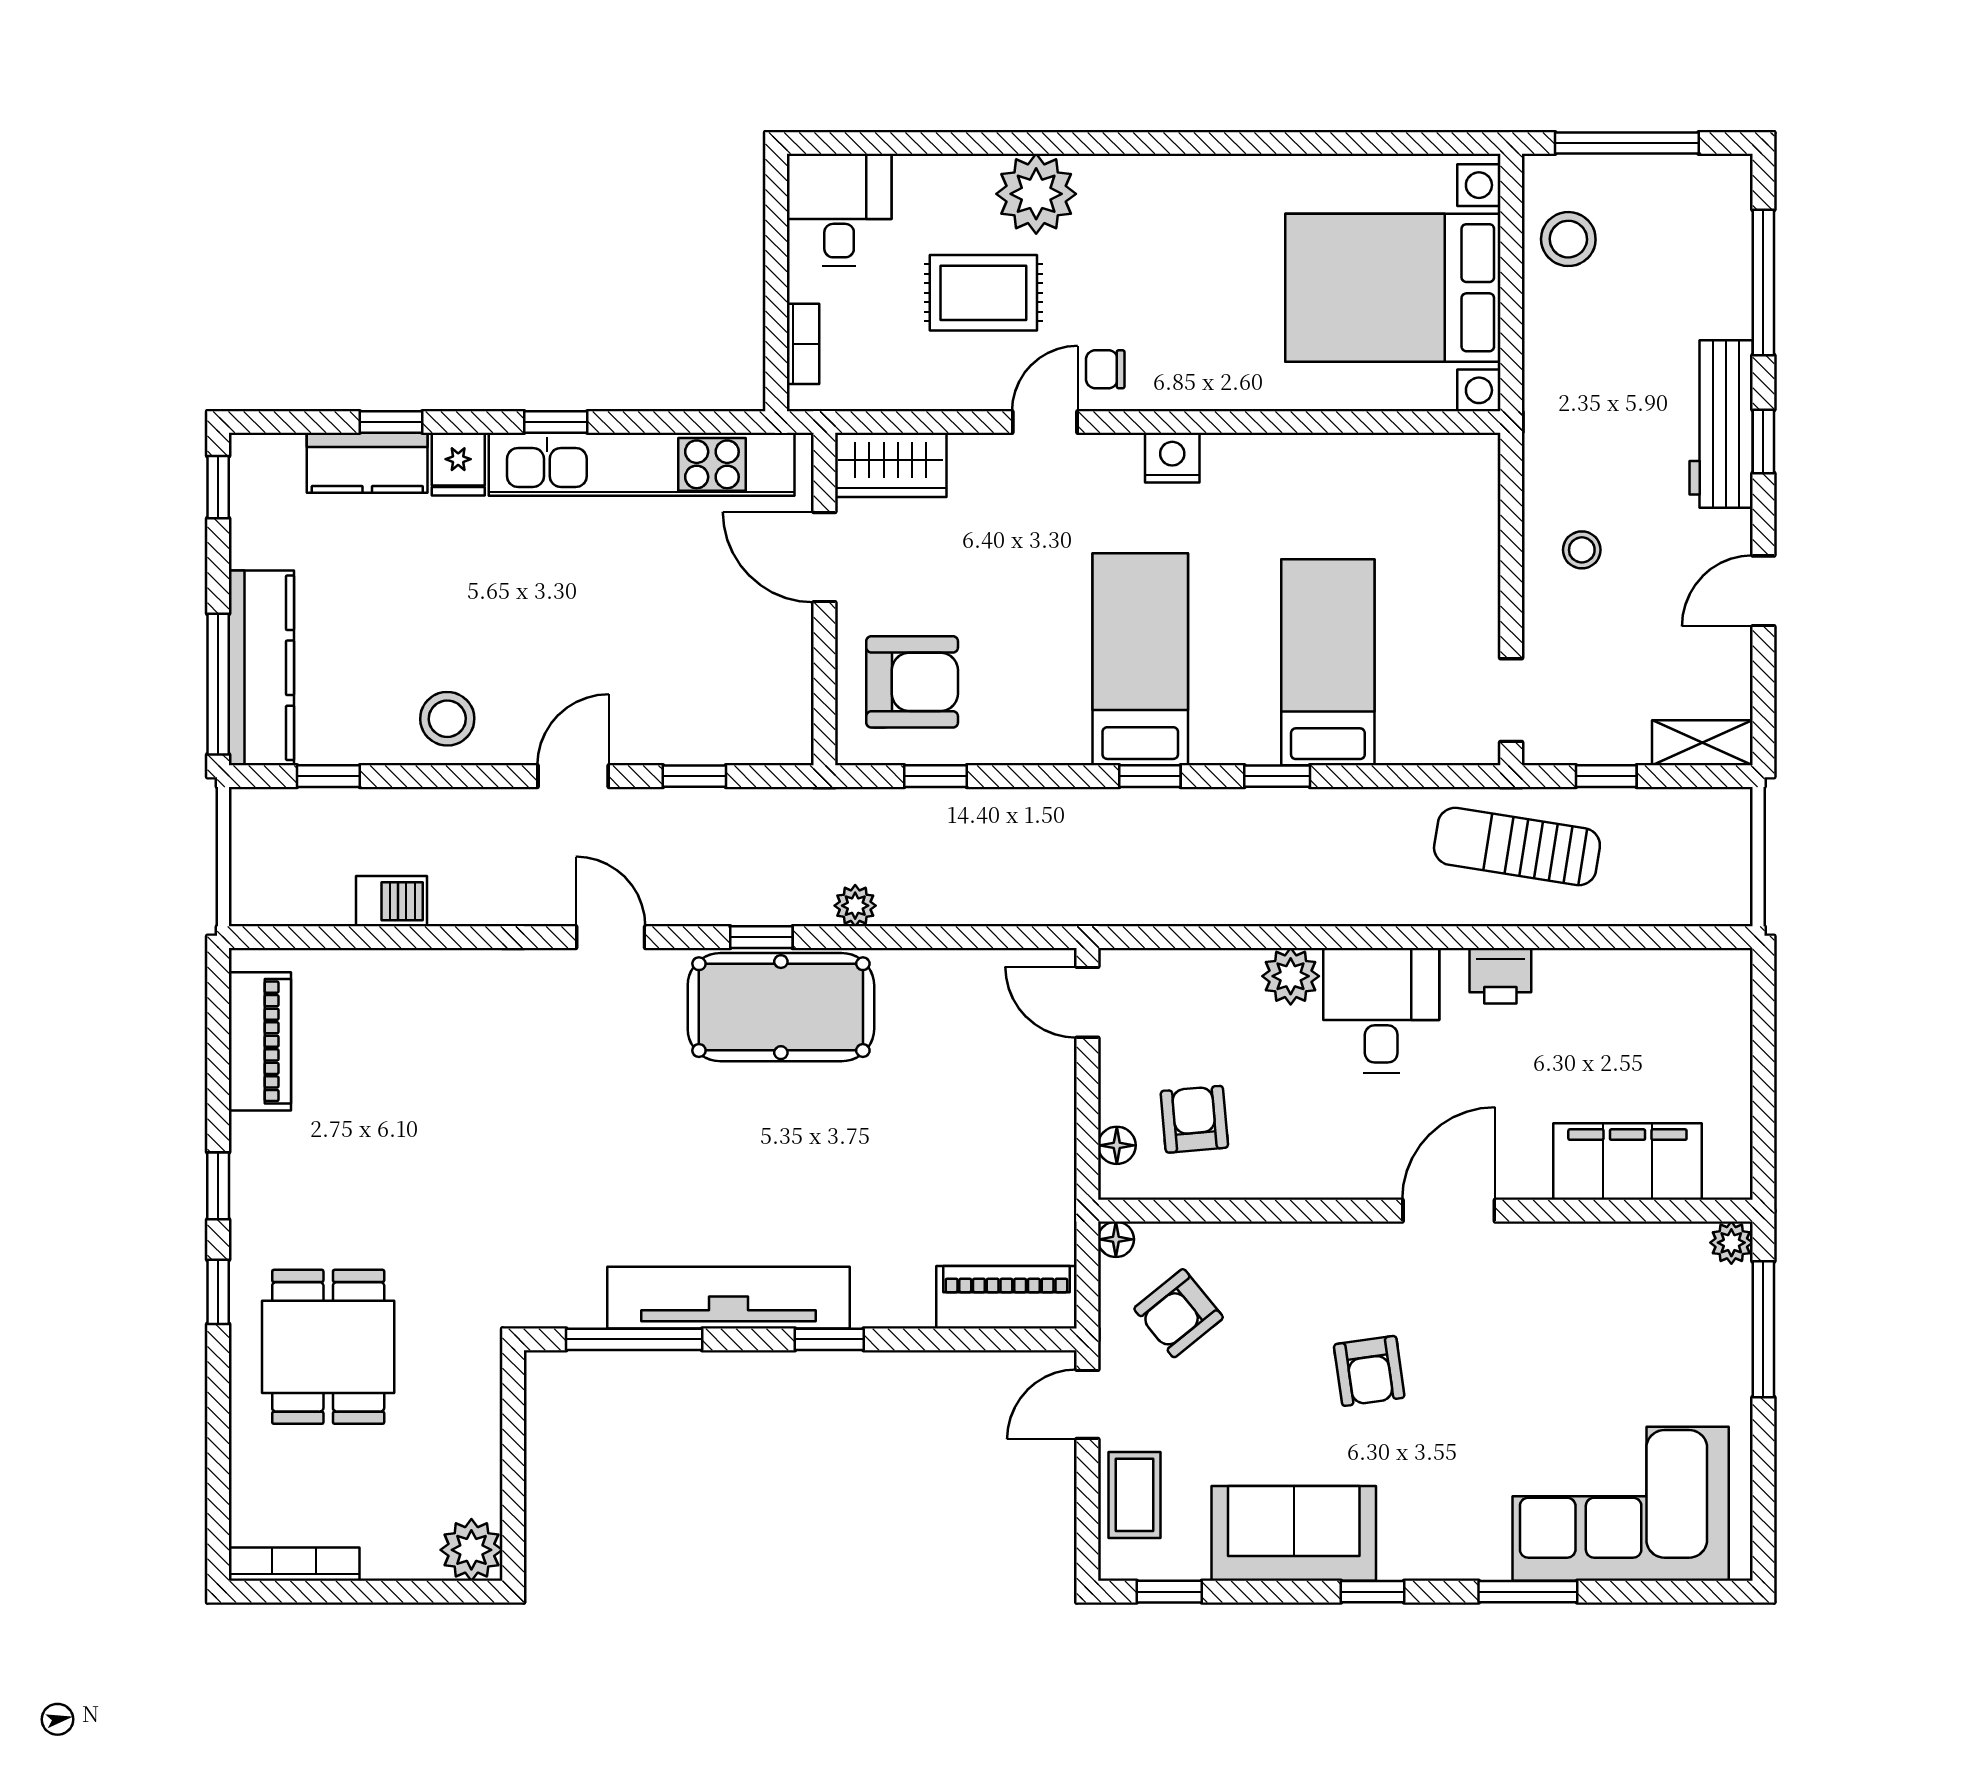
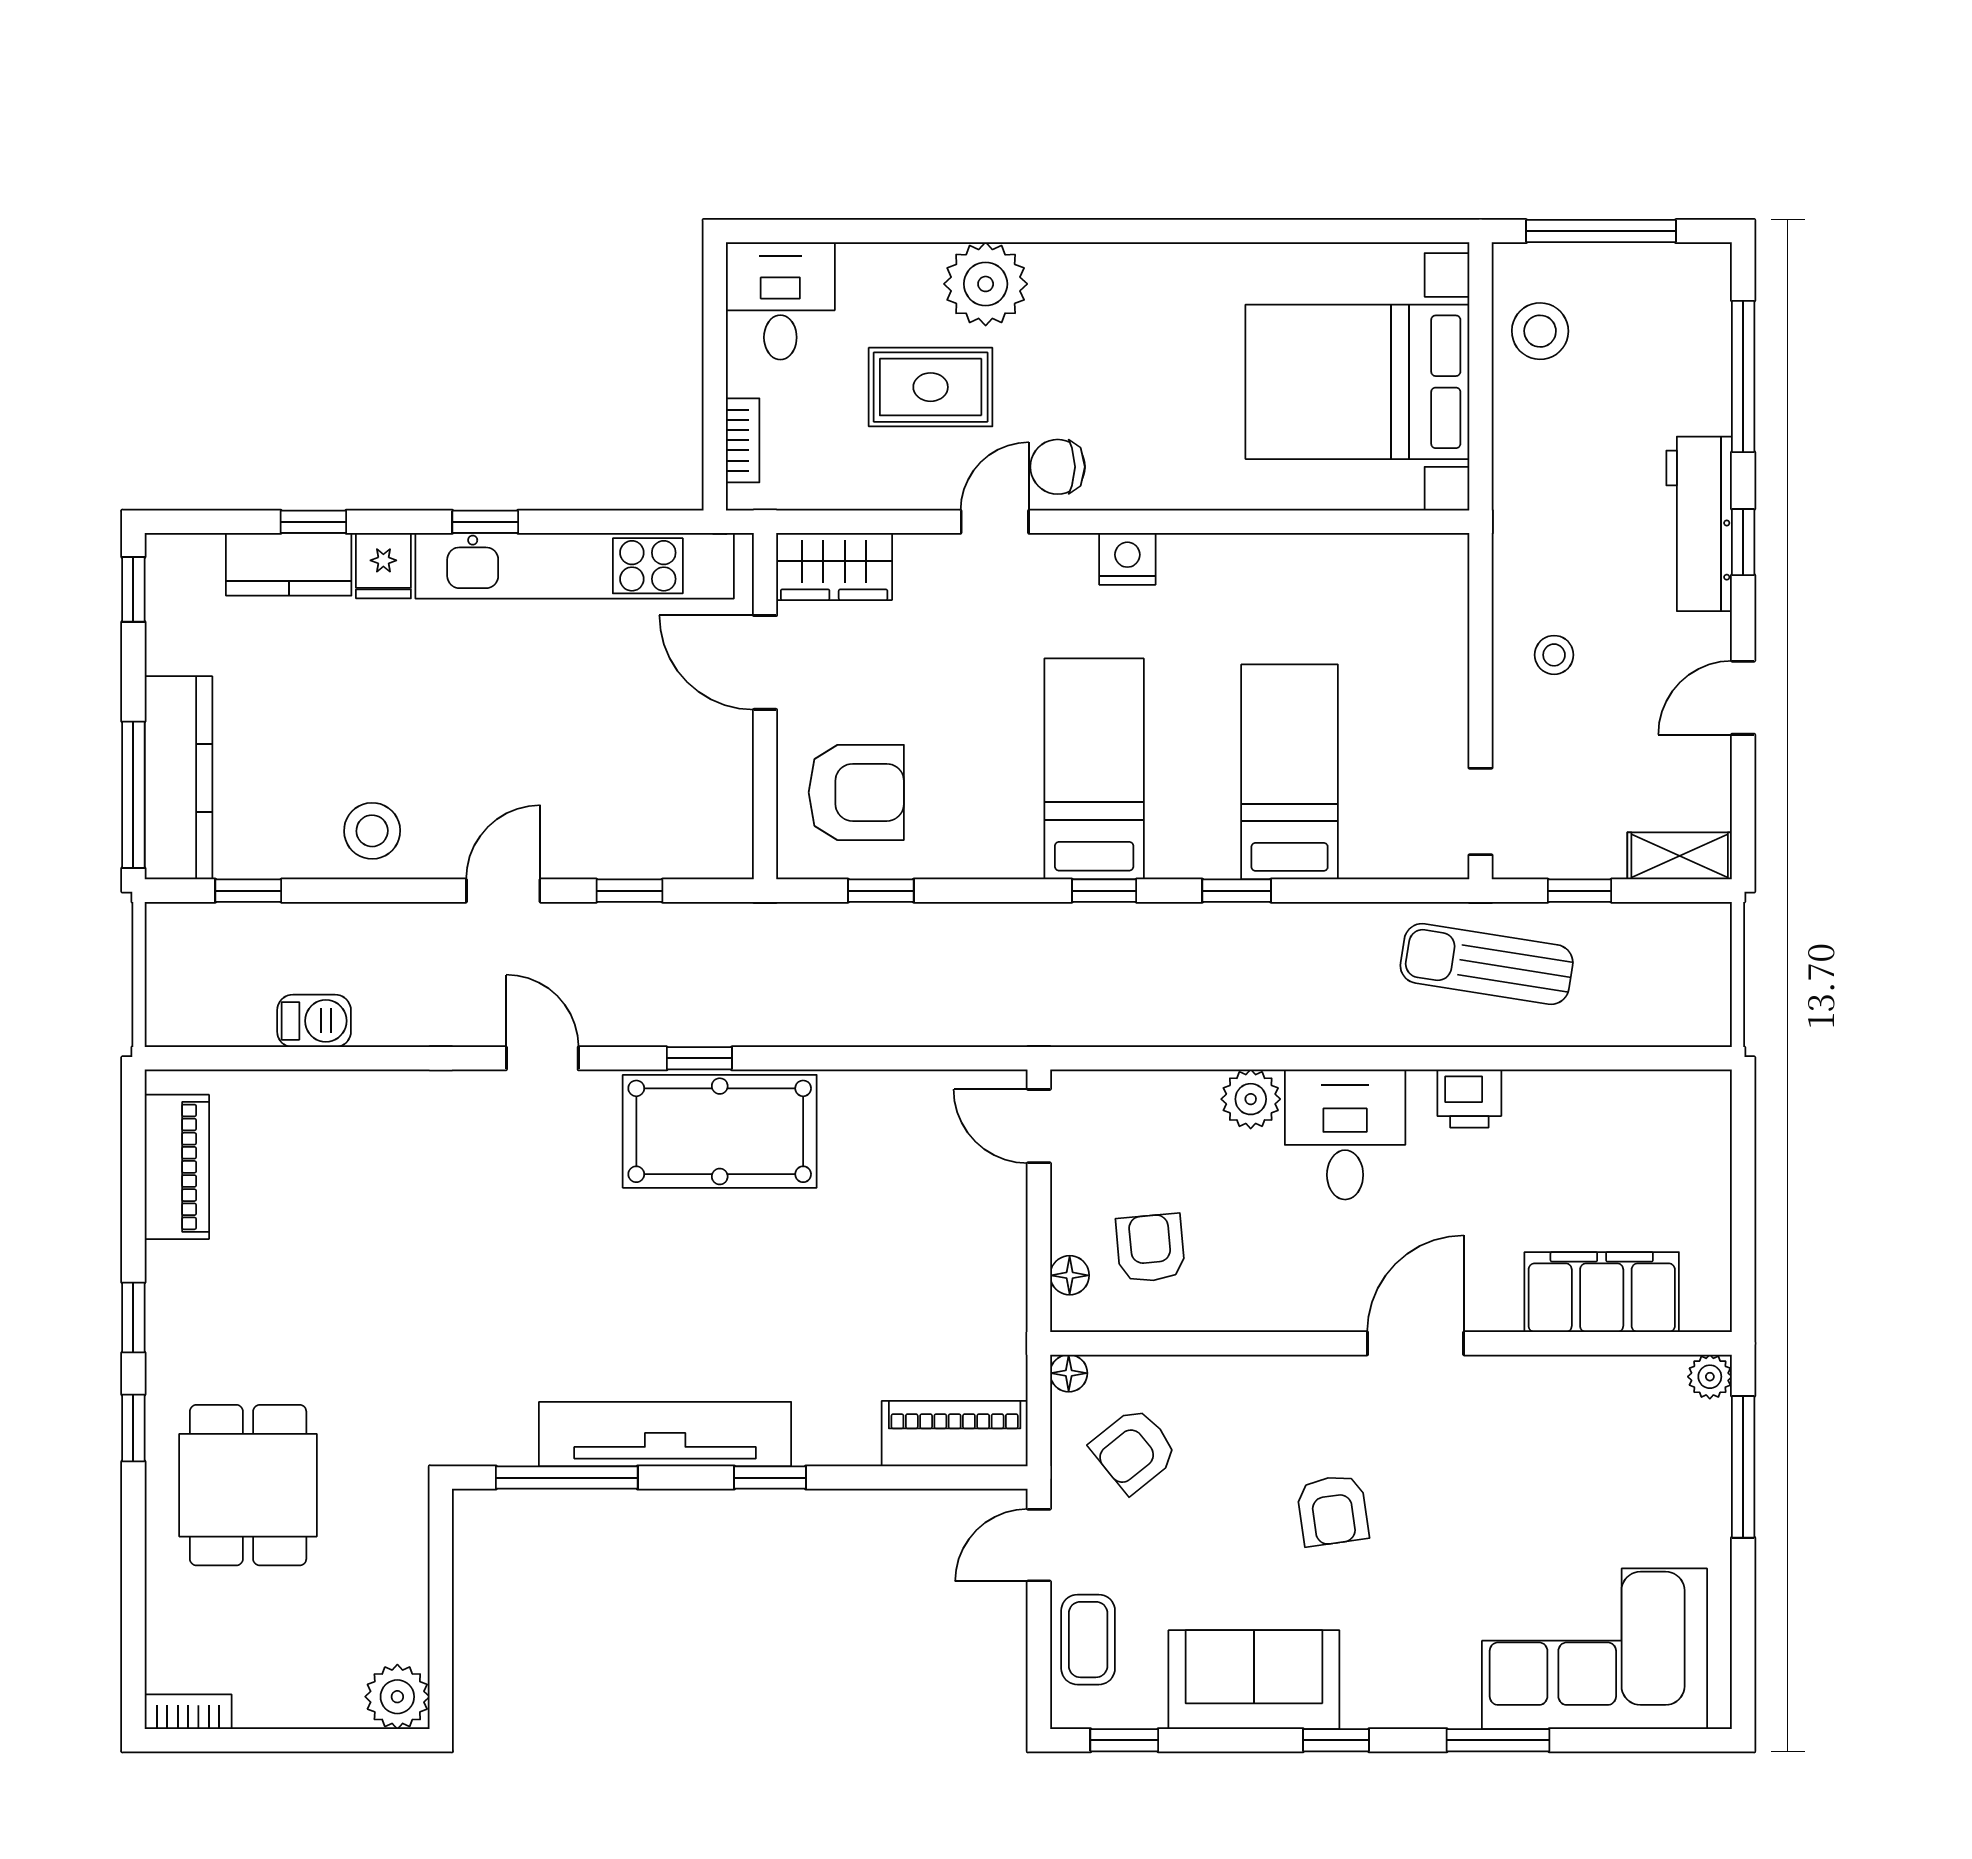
chair: (1105, 369) -> (1058, 467), width x1.37, depth x1.37
plant: (855, 906) -> (797, 1026), removed
bookcase: (294, 1564) -> (188, 1712), width x0.64

